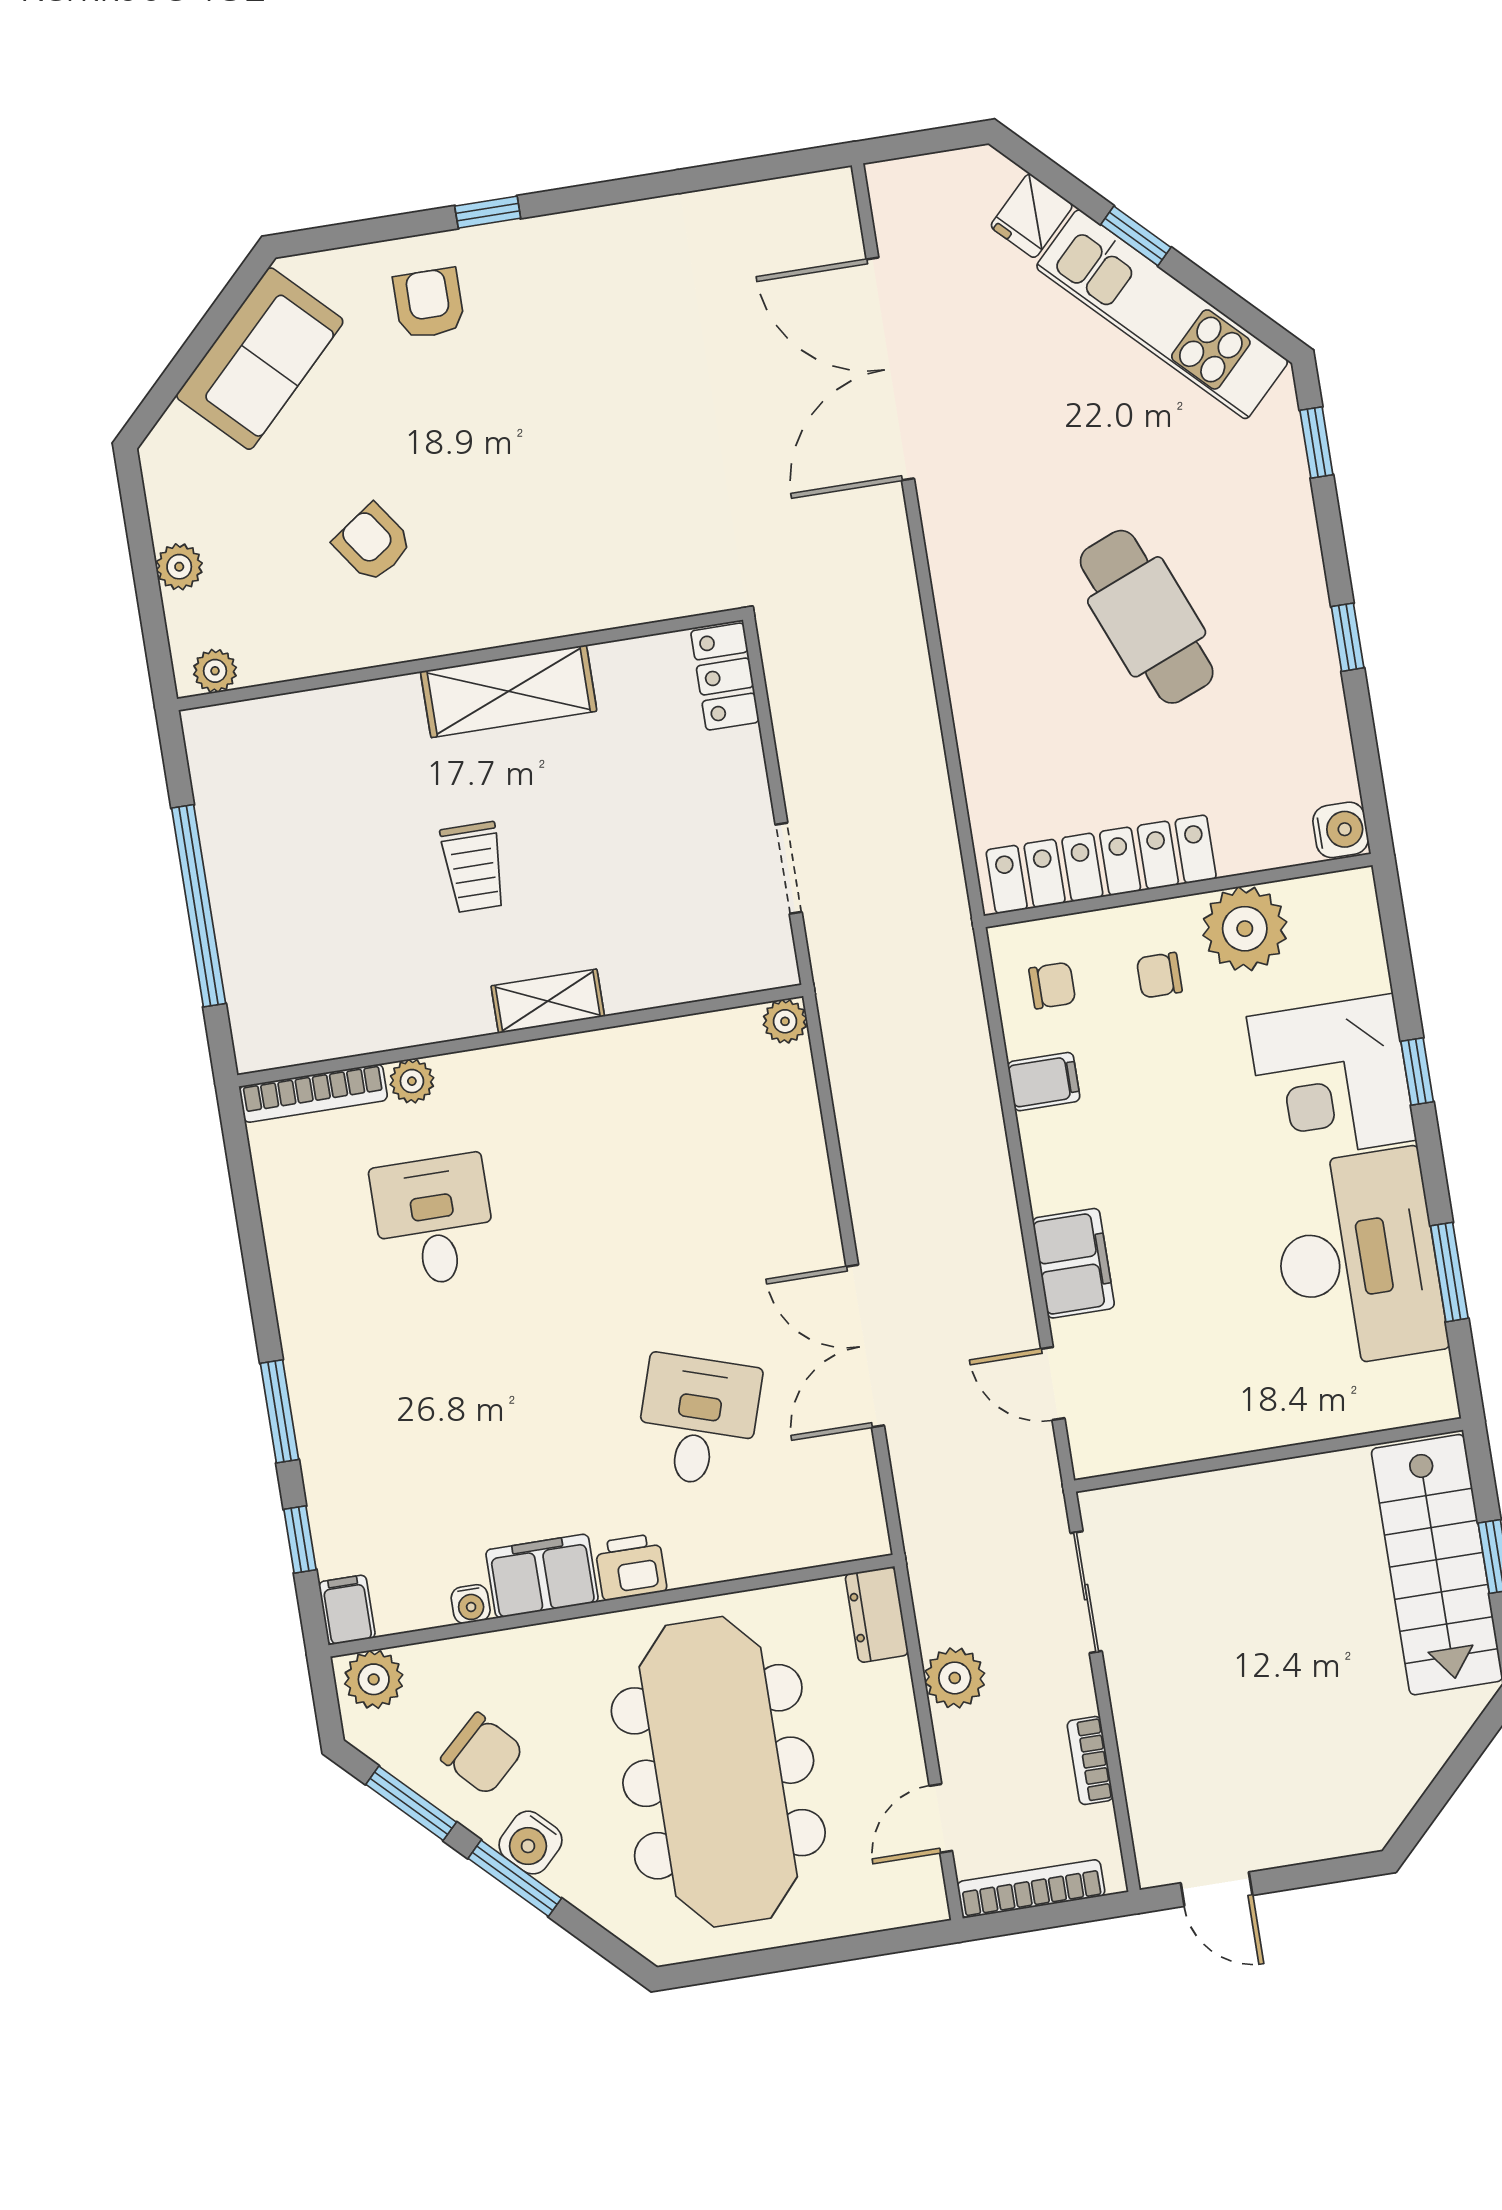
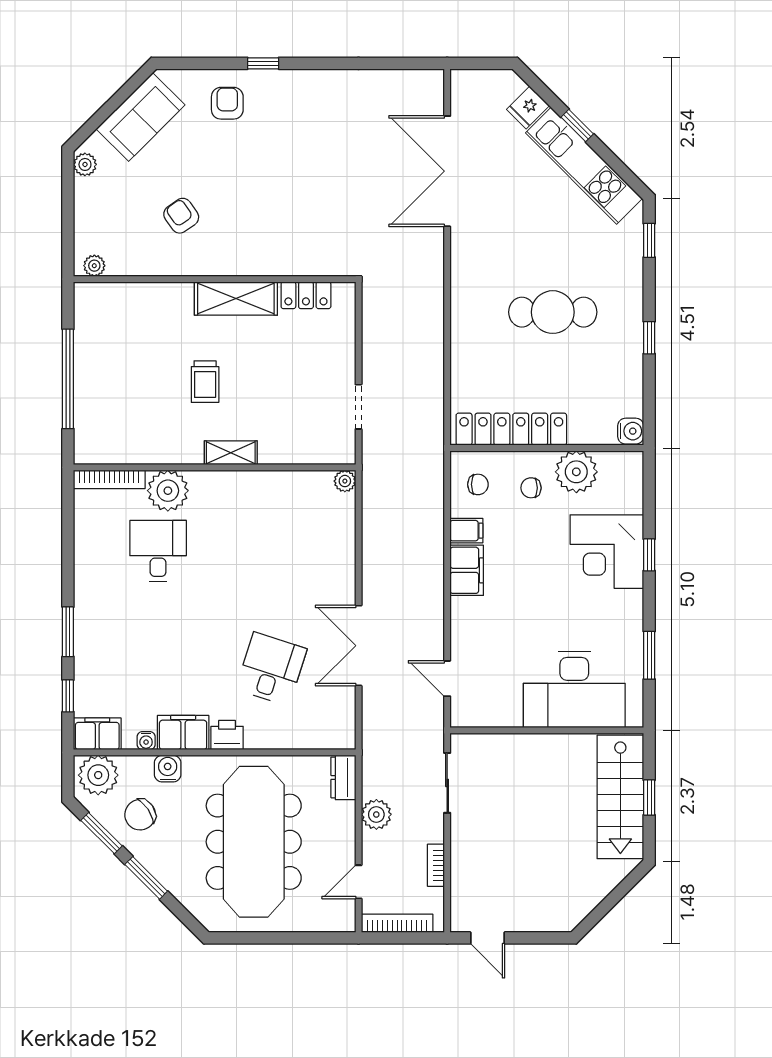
plant: (179, 567) -> (85, 164), moved
cafe table: (1147, 617) -> (553, 312), turned -68
locker: (725, 677) -> (306, 295), moved, turned -90
plant: (412, 1081) -> (168, 491), width x1.87, depth x1.87
desk: (1358, 1259) -> (574, 689), moved, turned 90
filing cabinet: (1073, 1263) -> (467, 570), moved
filing cabinet: (347, 1610) -> (97, 734), width x2.00
plant: (374, 1679) -> (98, 775), width x1.36, depth x1.36
chair: (482, 1754) -> (140, 815), turned 99
water cooler: (531, 1843) -> (168, 769), moved, turned 135

